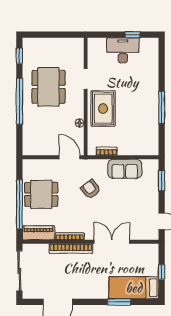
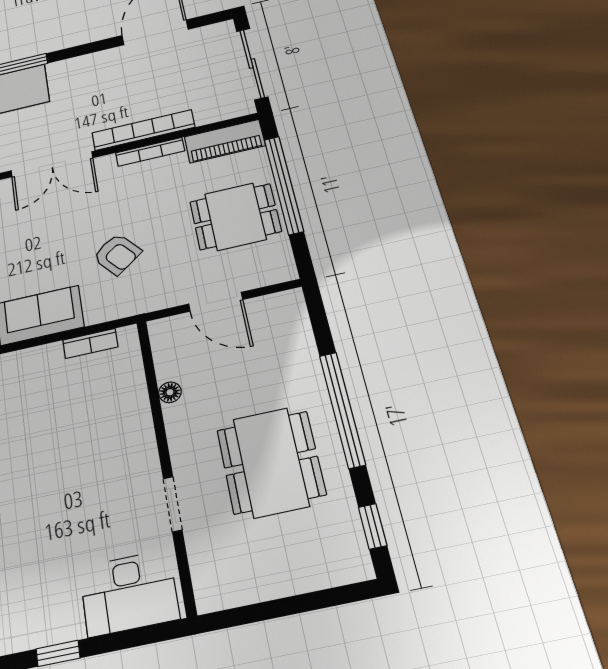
desk: (123, 50) -> (129, 593), moved
rug: (103, 109) -> (114, 440), removed
door: (69, 157) -> (216, 302), moved

